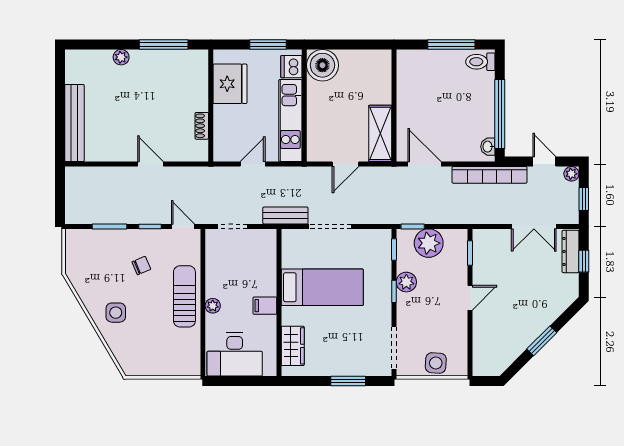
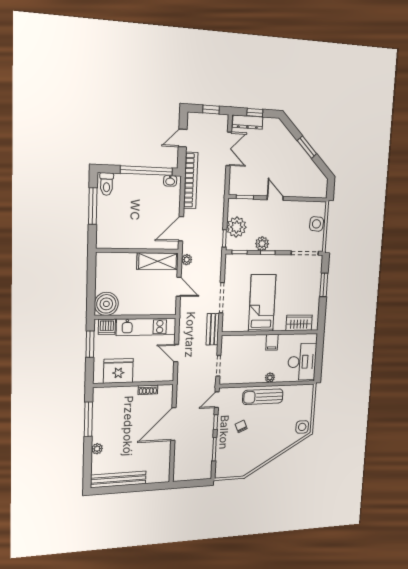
bench: (74, 123) -> (118, 479), moved
door: (150, 164) -> (173, 424), width x1.87
plant: (571, 174) -> (187, 260), moved
side table: (116, 313) -> (302, 427), moved

